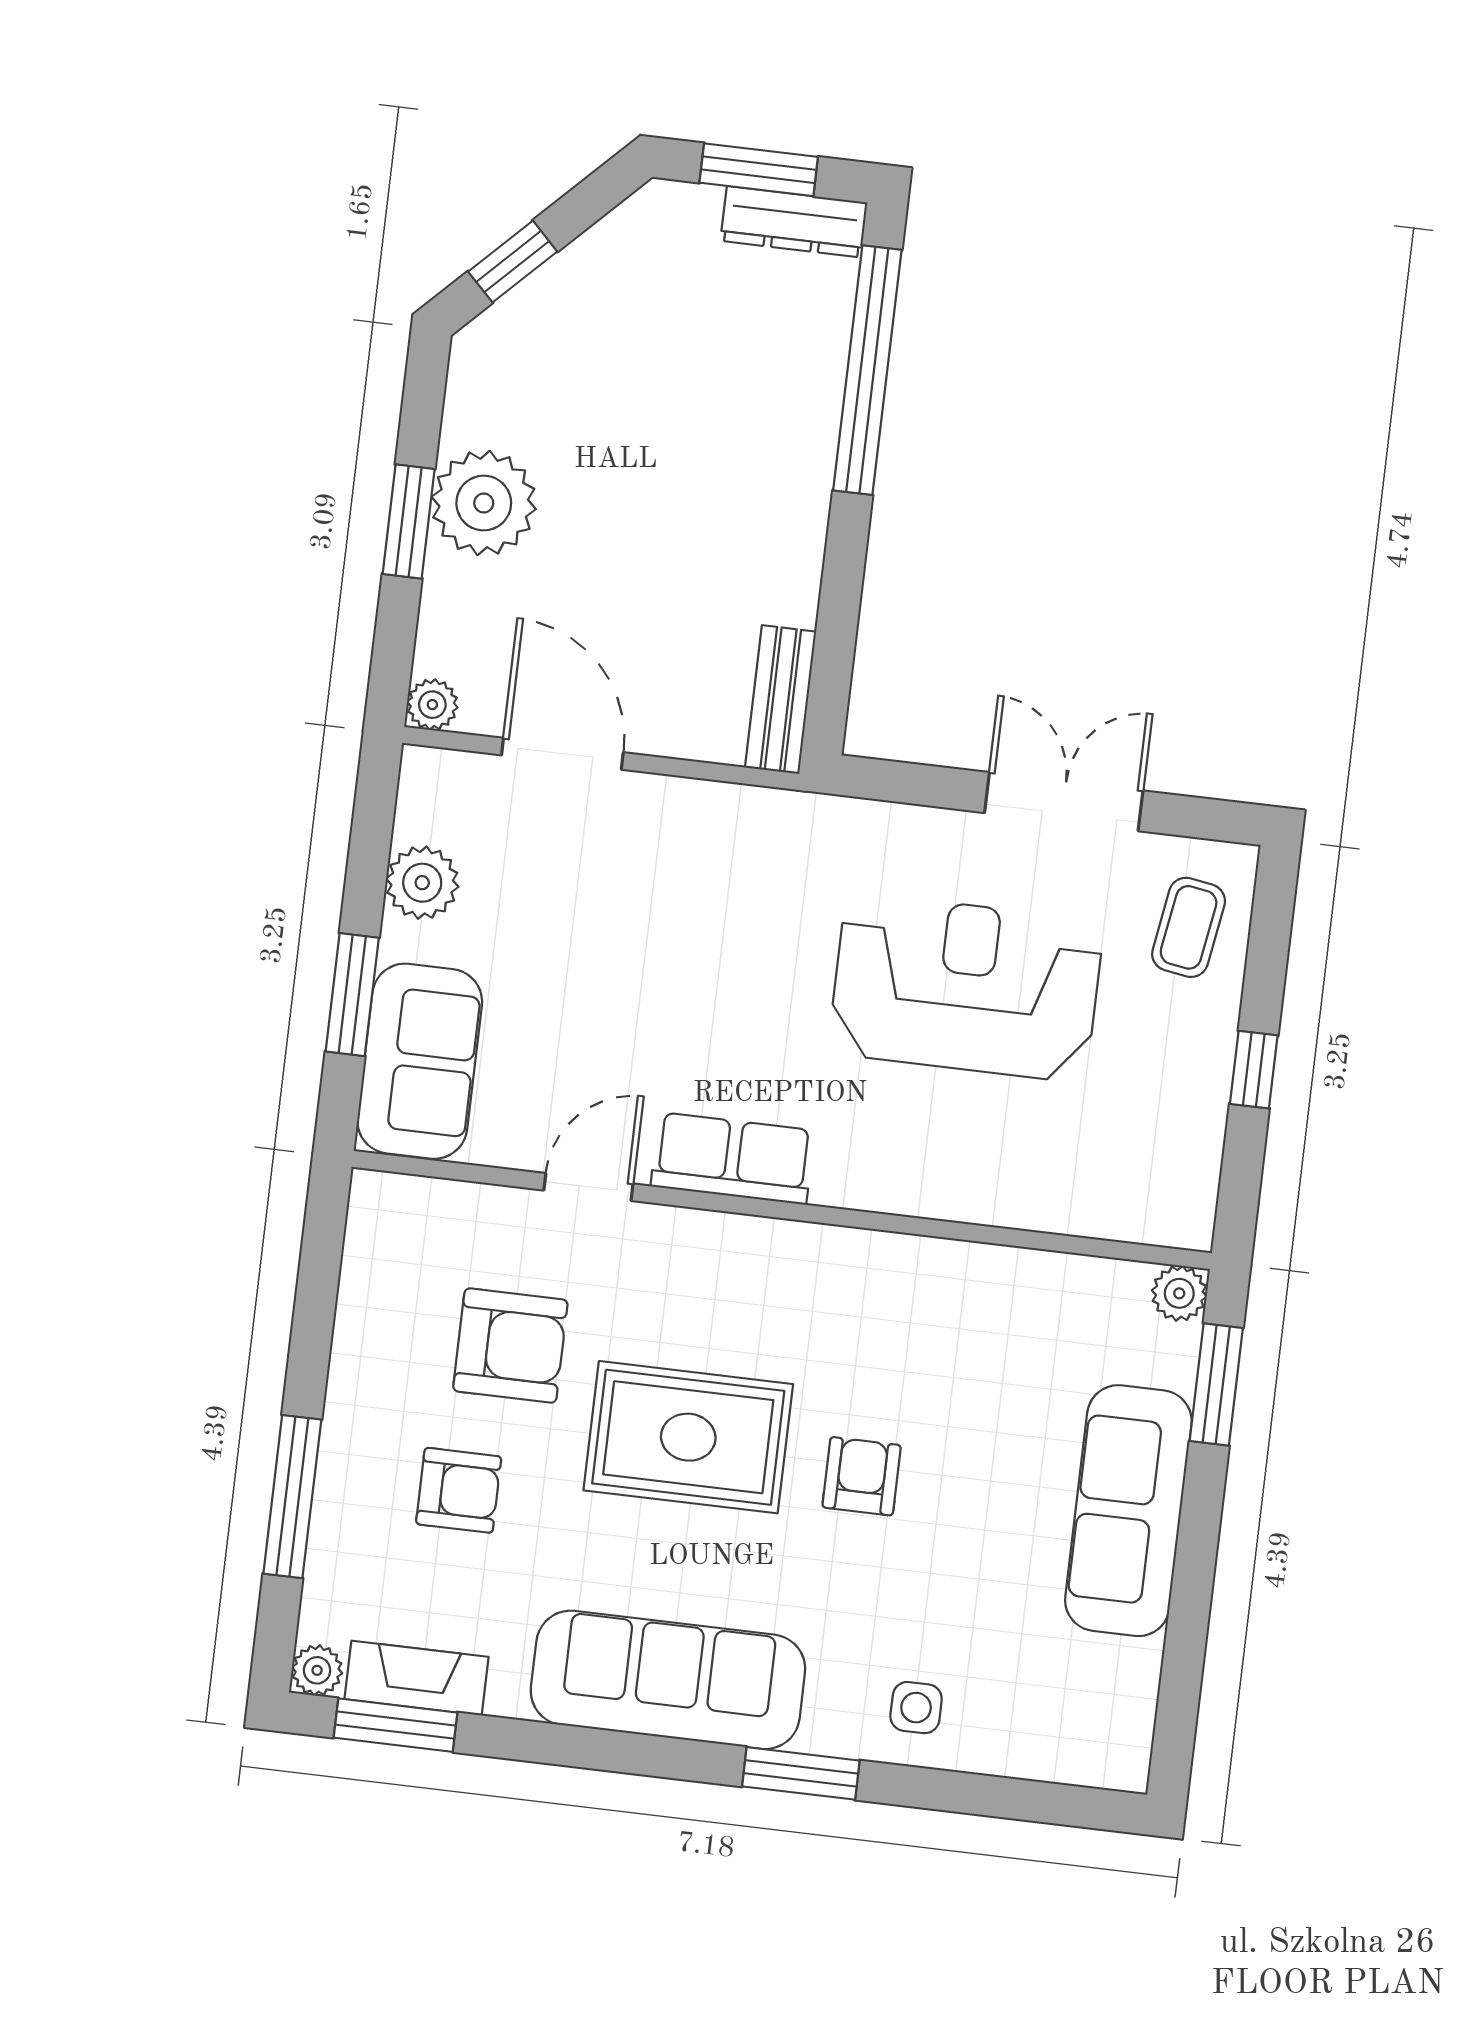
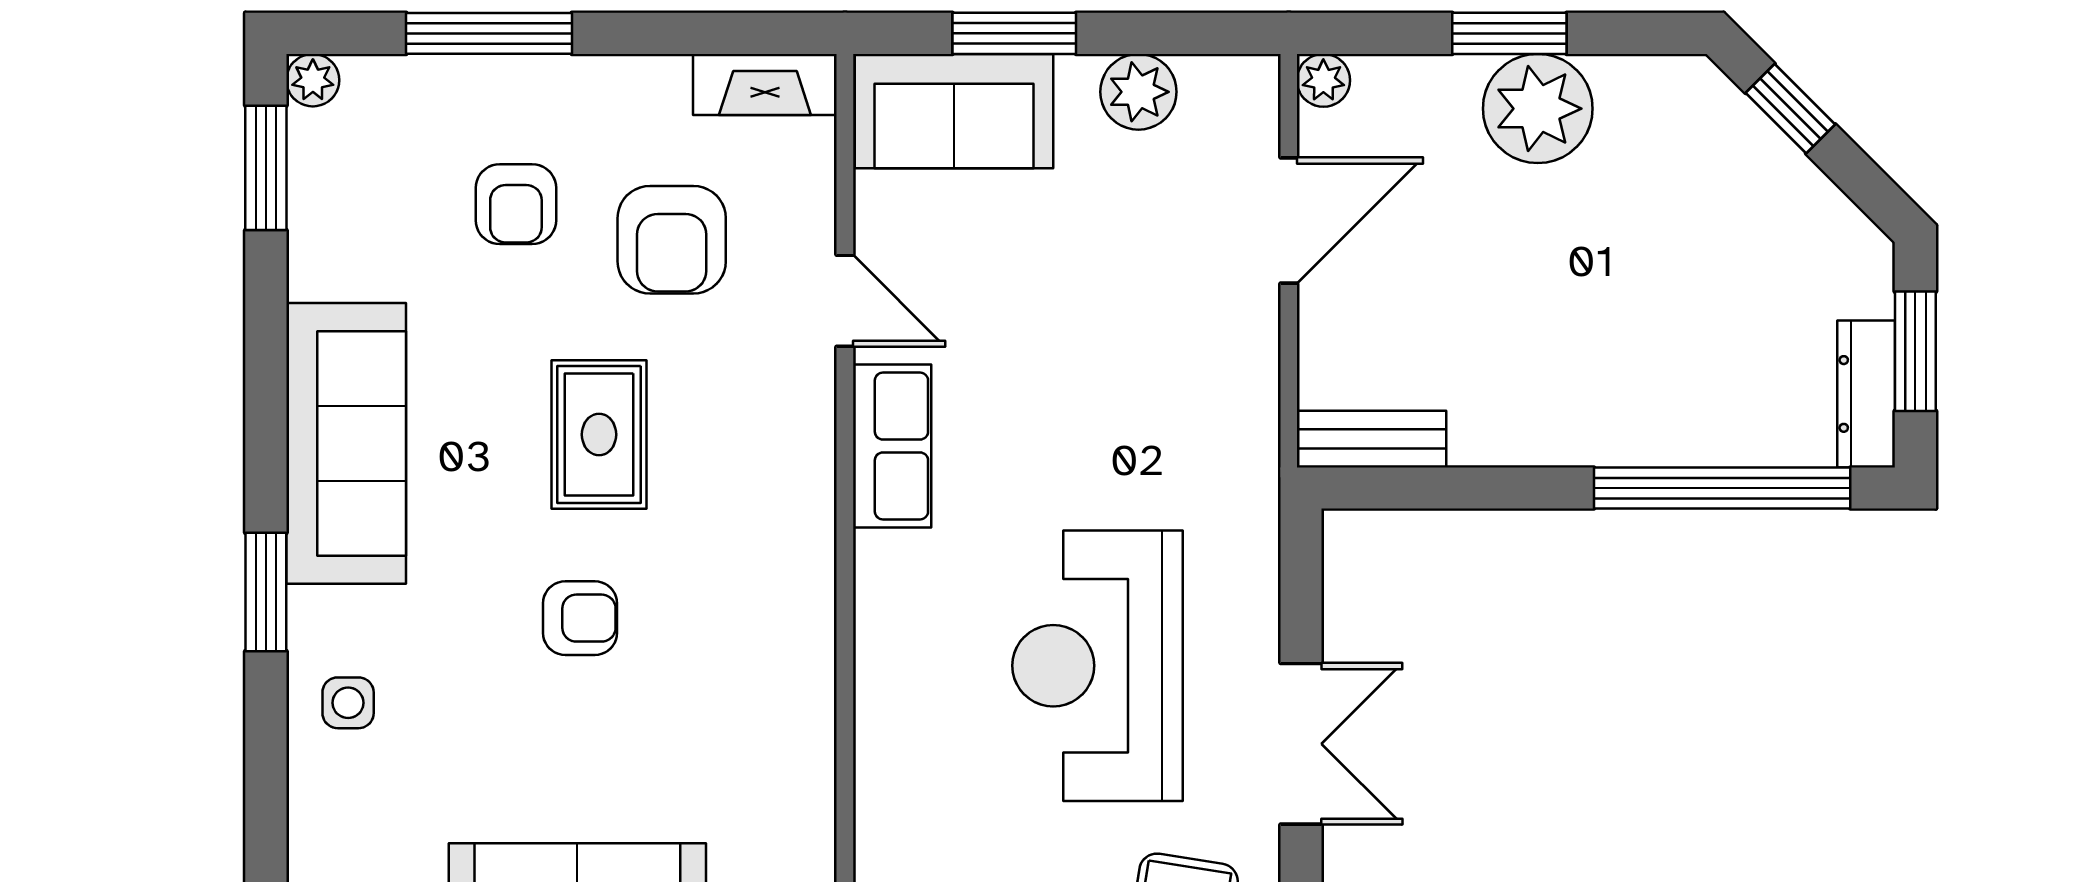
reception desk: (966, 987) -> (1098, 666), turned 180
rug: (688, 1437) -> (599, 435), width x0.73, depth x0.70
fireplace: (417, 1678) -> (765, 84), moved, turned 90

